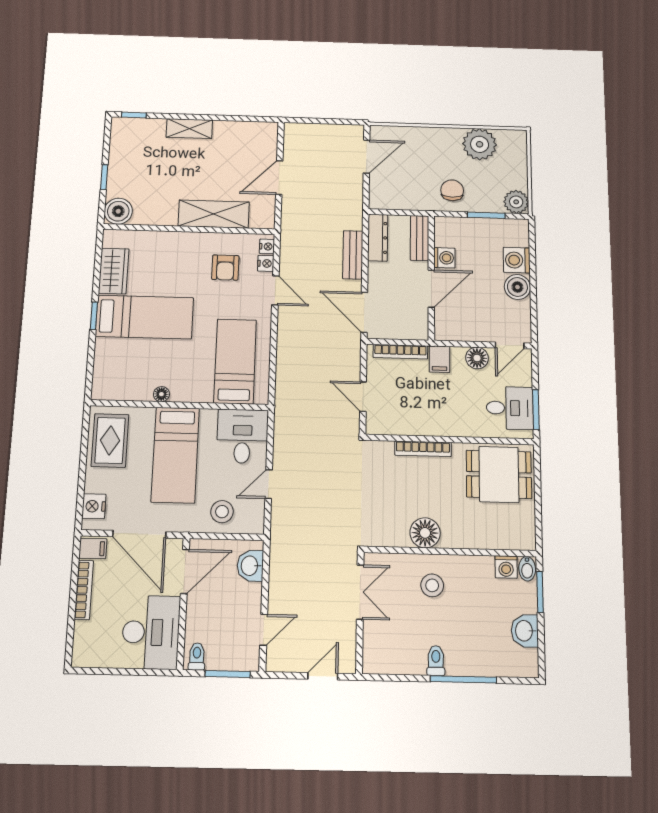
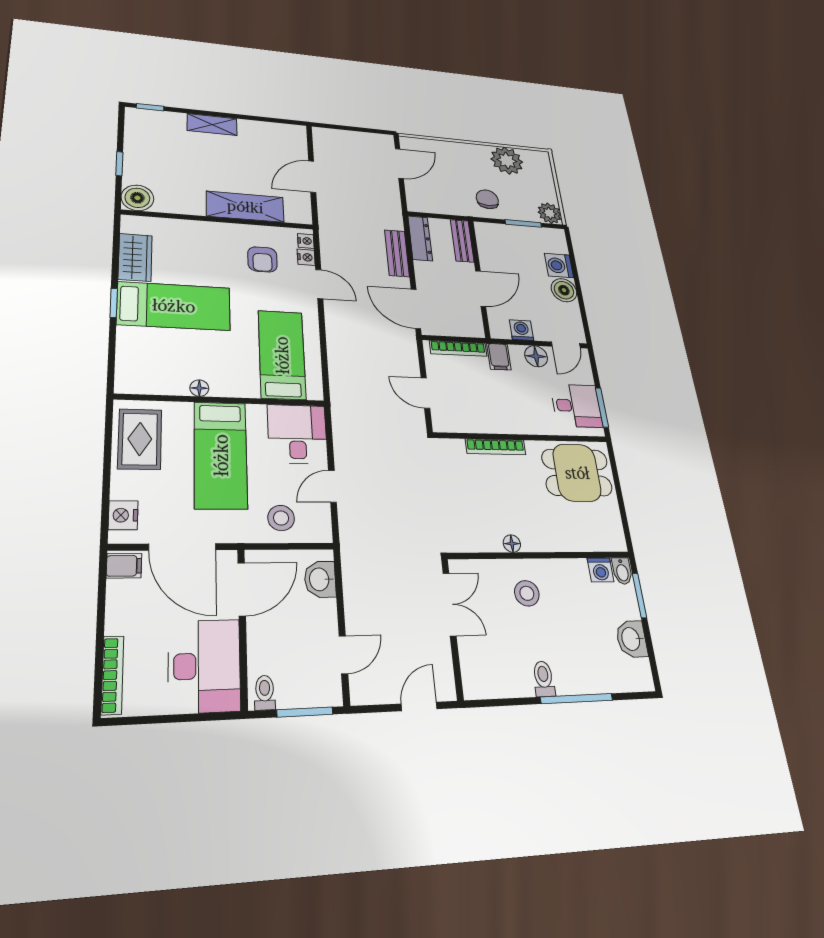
washing machine: (444, 258) -> (522, 330), moved, turned -90
floor lamp: (425, 533) -> (512, 544), width x0.53, depth x0.53
bookcase: (84, 590) -> (112, 675), moved

